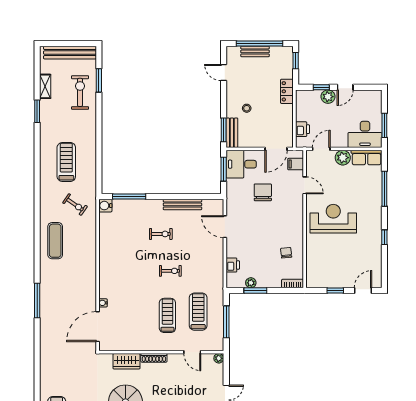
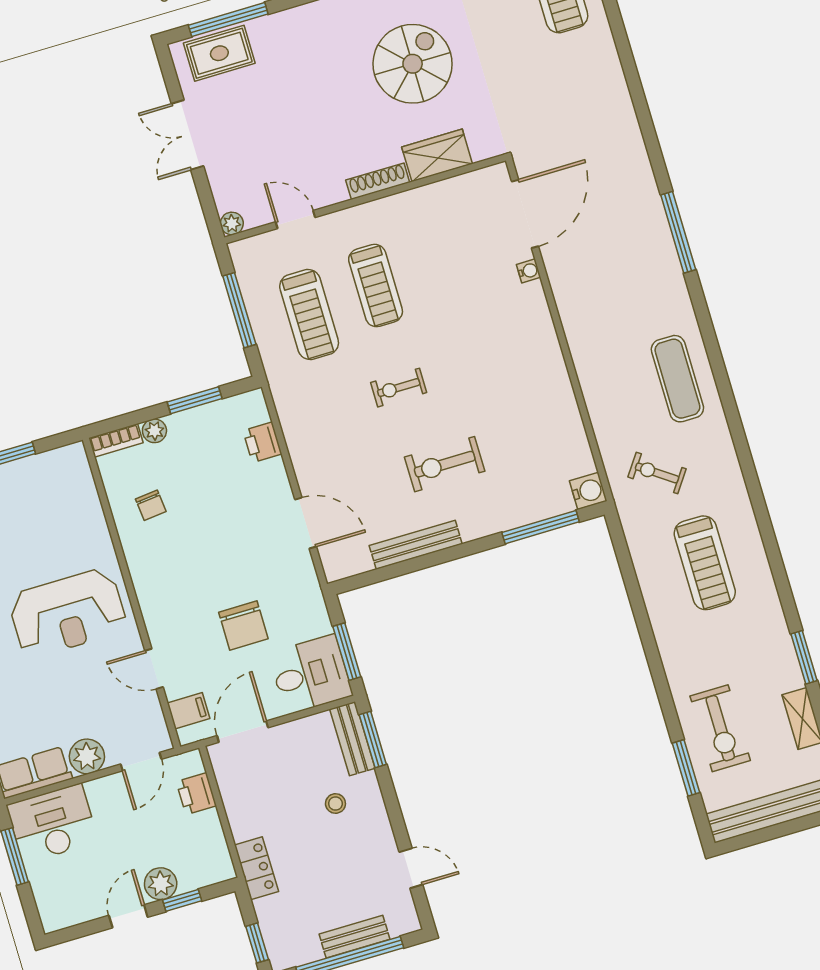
exercise bike: (161, 234) -> (445, 464), width x1.38, depth x1.39
plant: (251, 283) -> (154, 431), moved

